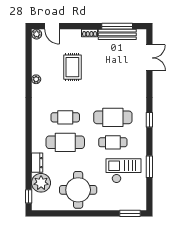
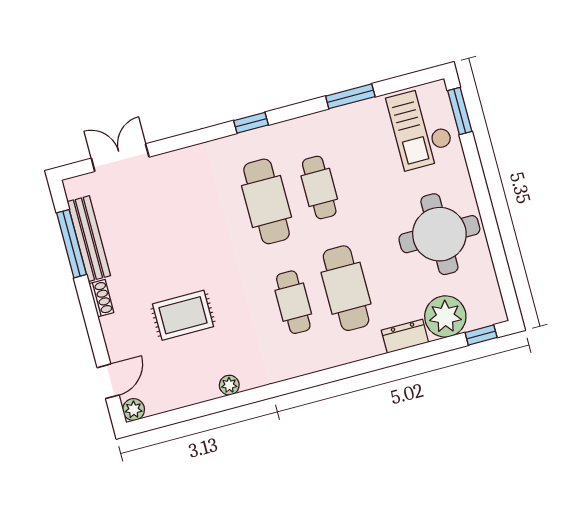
checkout: (123, 171) -> (421, 128), moved

